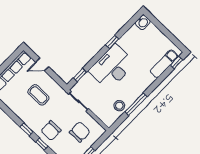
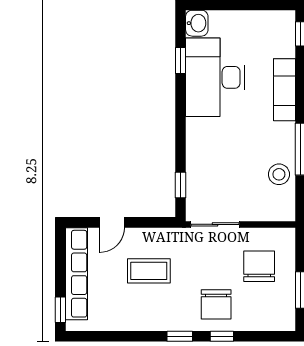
window: (112, 42) -> (181, 61), moved
exam couch: (164, 64) -> (285, 90), moved
desk: (112, 67) -> (215, 77), moved

